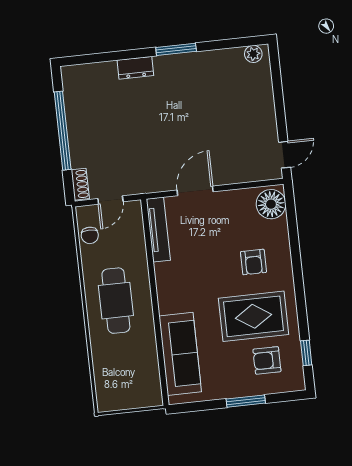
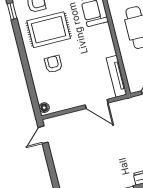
door: (195, 191) -> (97, 104), hinge flipped
floor lamp: (271, 204) -> (44, 108), width x0.53, depth x0.53

